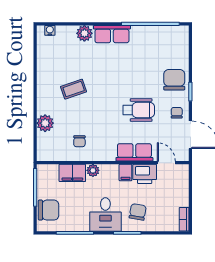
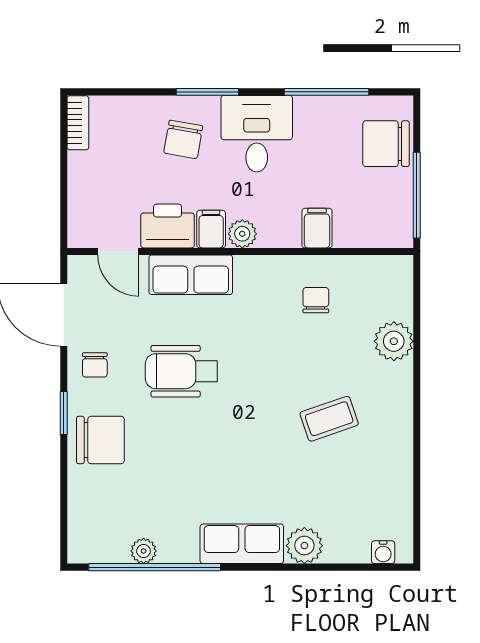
plant: (155, 31) -> (144, 551), added
chair: (174, 80) -> (100, 440), turned -90
plant: (93, 170) -> (242, 234), moved
filing cabinet: (72, 173) -> (317, 228), width x0.50

